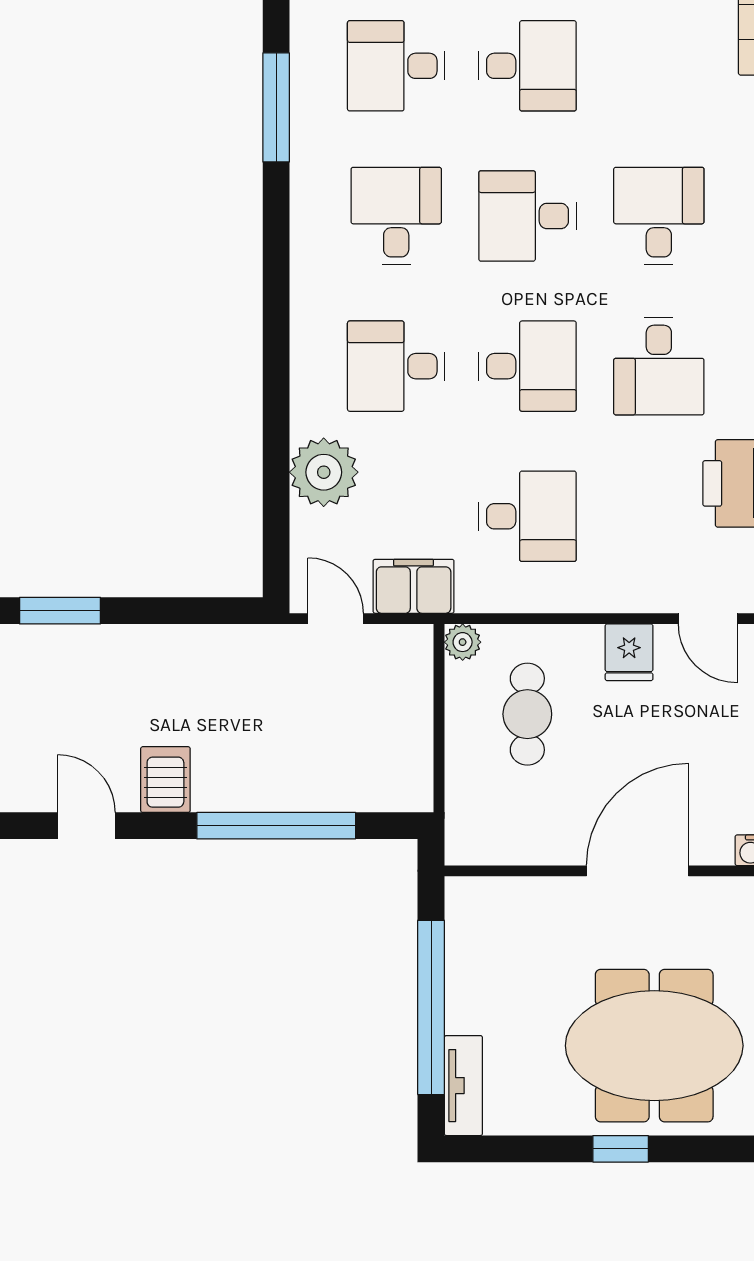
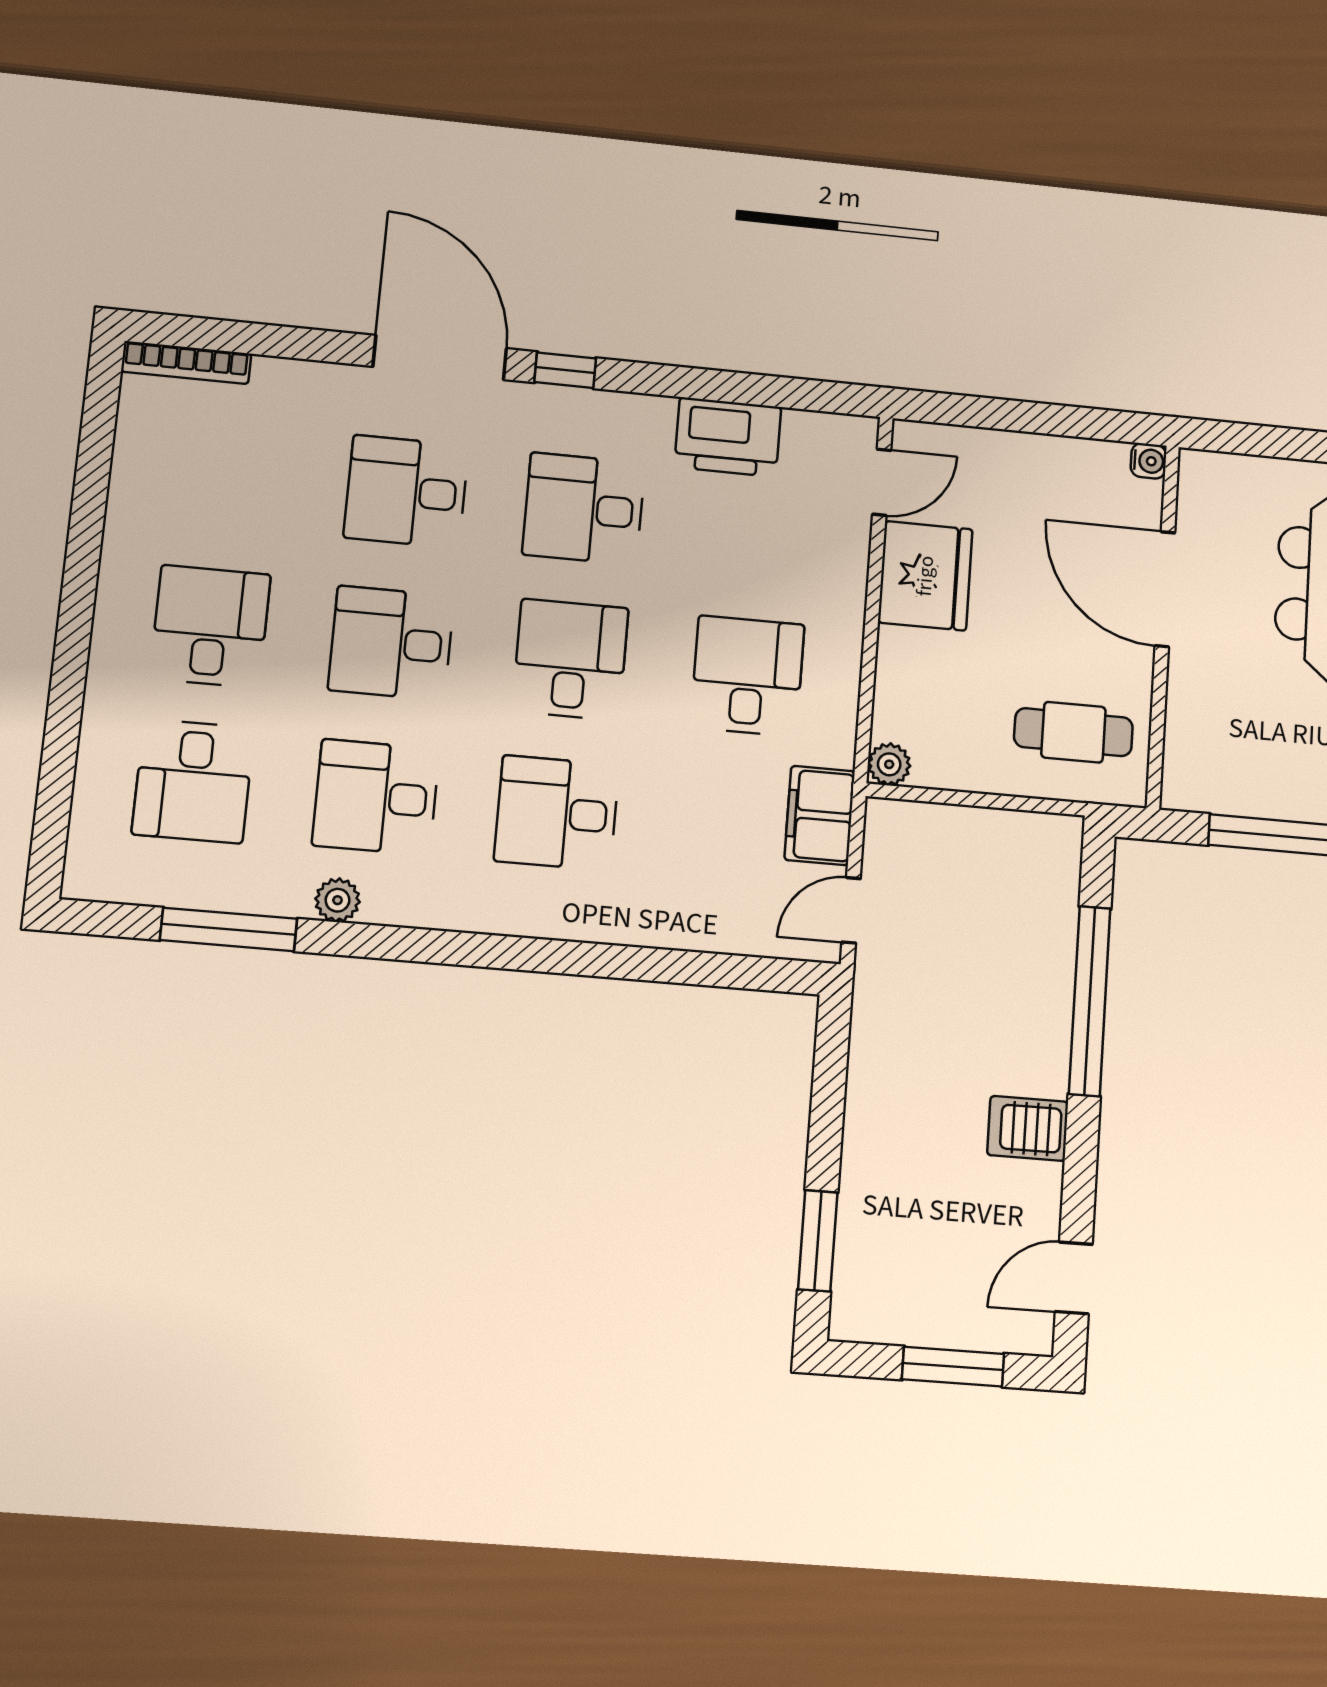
desk: (528, 216) -> (391, 643), turned 90
desk: (396, 366) -> (557, 813), turned 90
desk: (659, 366) -> (584, 509), turned 180
plant: (324, 472) -> (338, 900), moved, width x0.53, depth x0.53
fridge: (629, 652) -> (925, 576), width x1.88, depth x1.34
cafe table: (527, 714) -> (1073, 732), moved
door: (86, 826) -> (1074, 1278), moved

